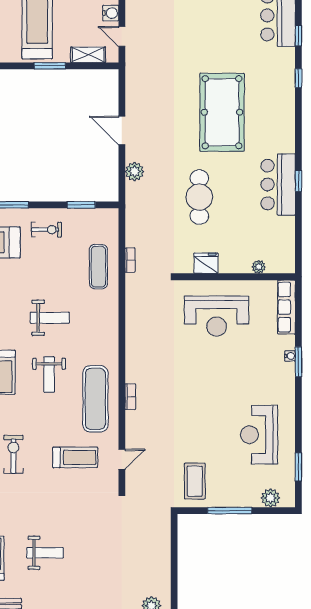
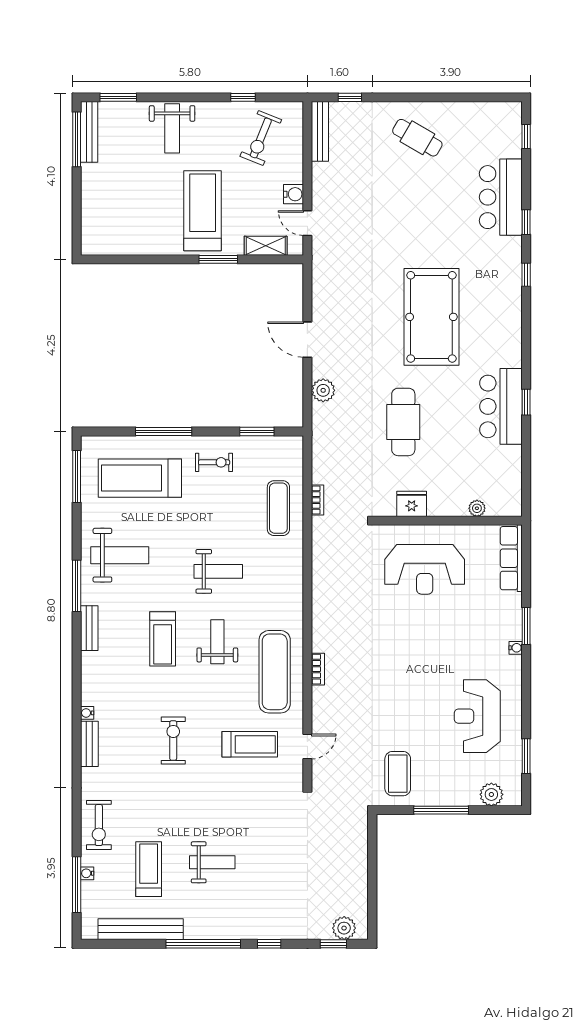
water cooler: (290, 356) -> (516, 648), moved
weight bench: (49, 375) -> (217, 642), turned 180

